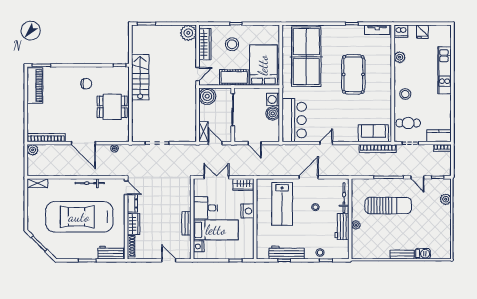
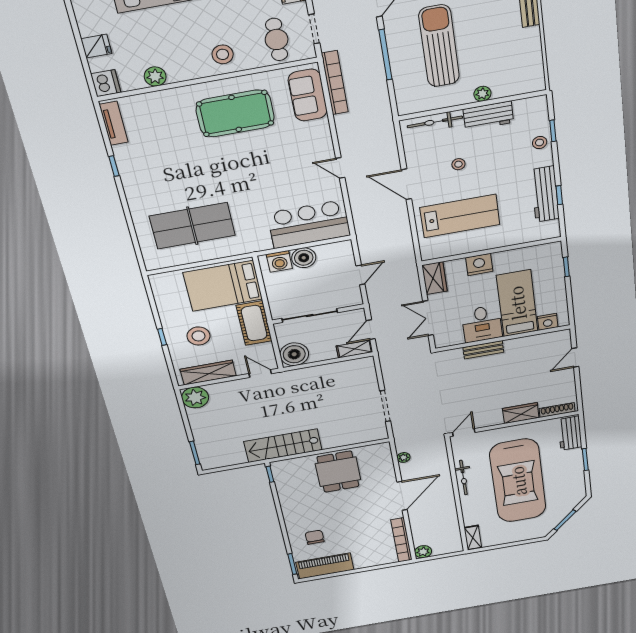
table tennis table: (306, 57) -> (192, 226), width x0.73, depth x0.76
pool table: (353, 74) -> (235, 113), moved
chair: (86, 84) -> (315, 537), moved
dresser: (132, 204) -> (488, 420), removed
bench: (186, 223) -> (483, 350), moved

